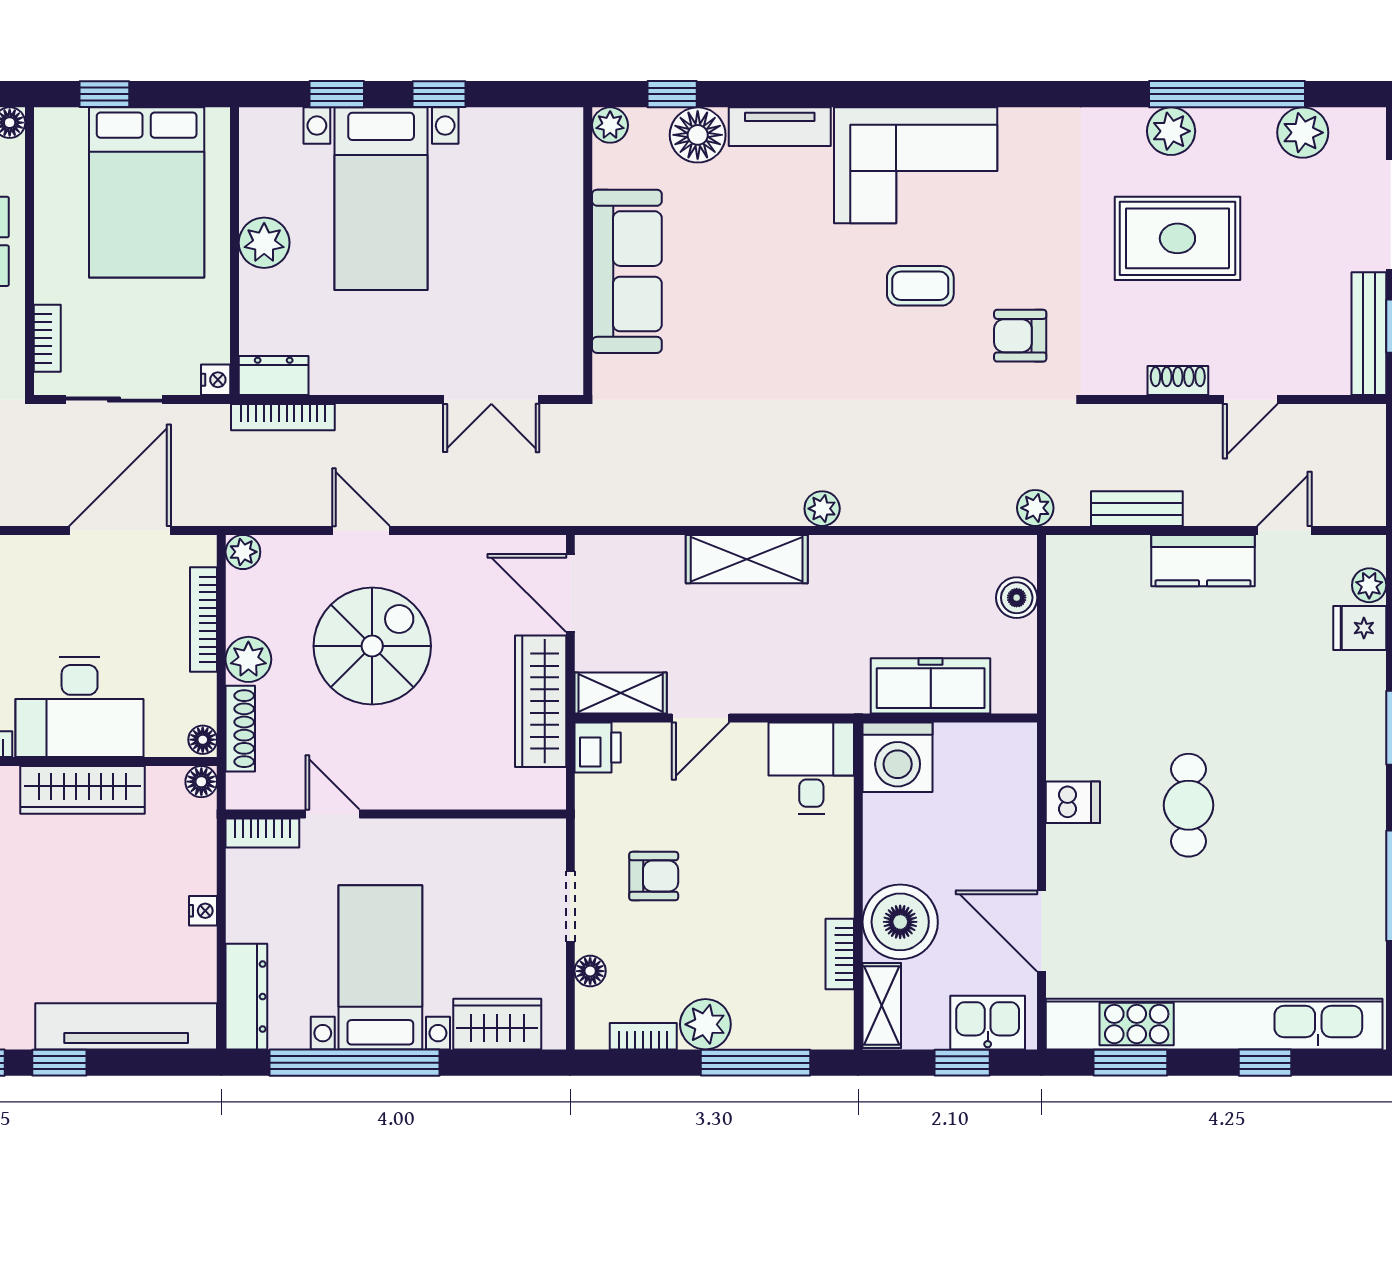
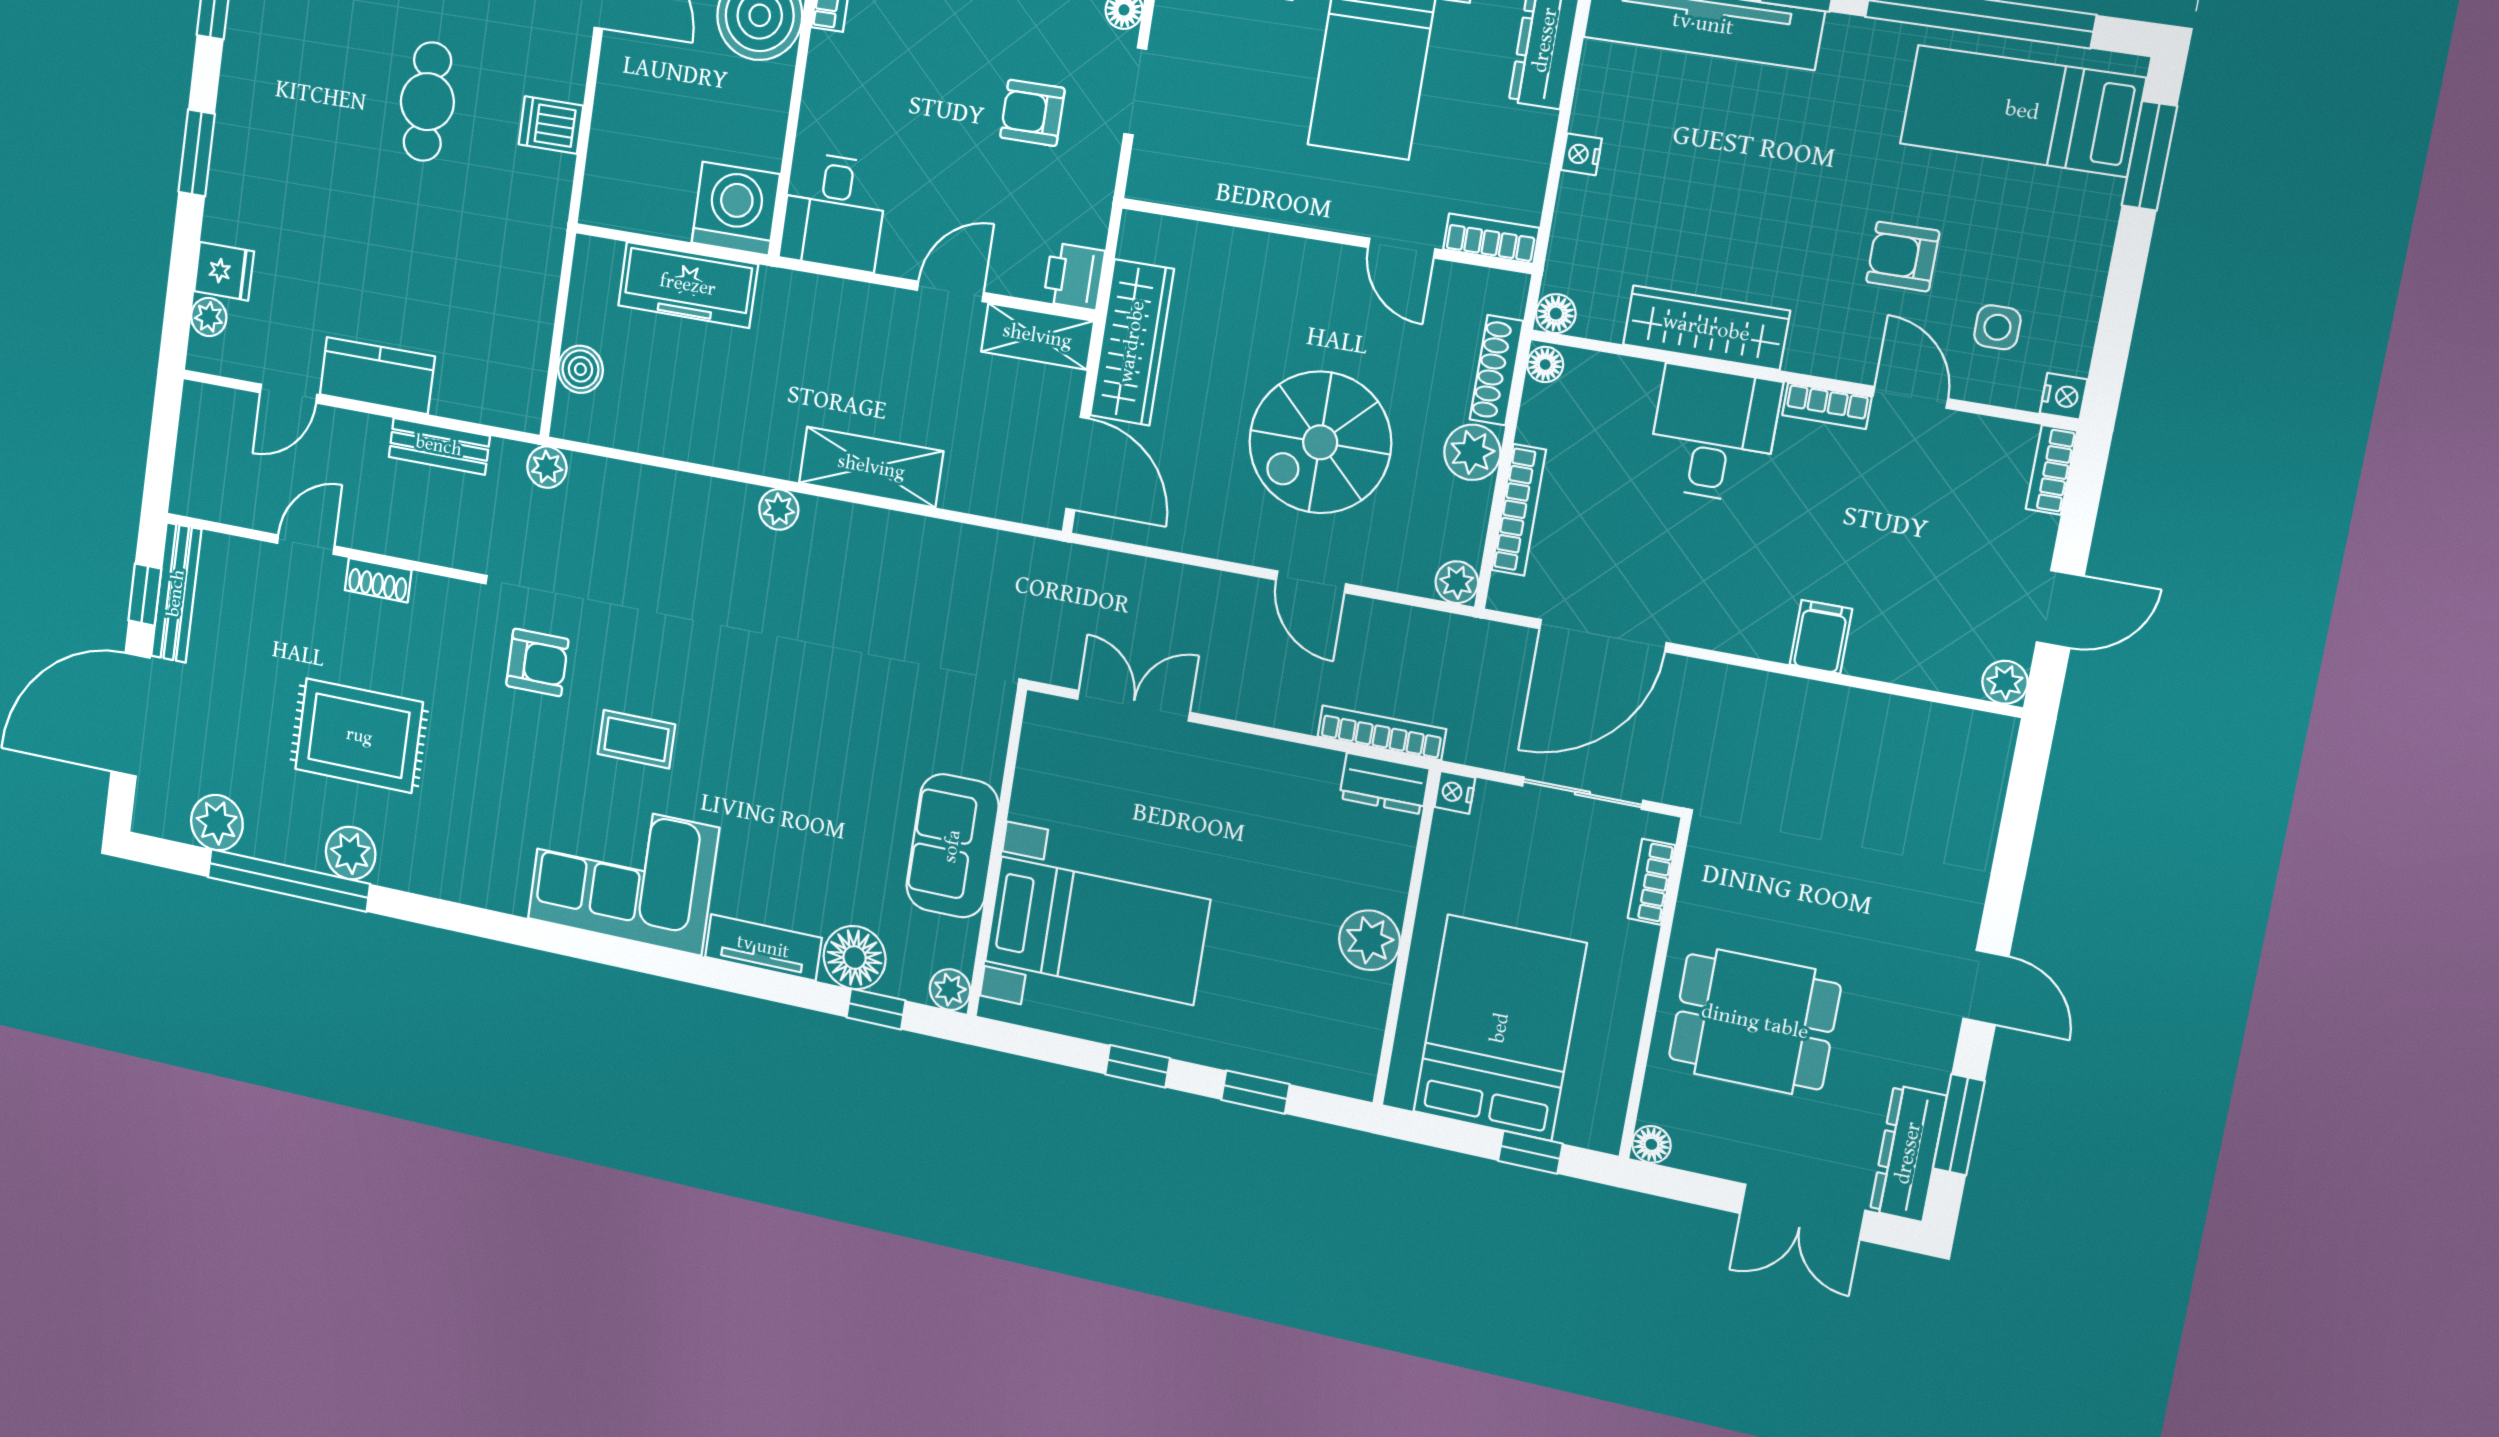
bed with nightstands: (381, 199) -> (1097, 930), moved, turned 90
sofa: (627, 271) -> (952, 846), width x0.73
desk: (80, 707) -> (1713, 434), width x0.73

